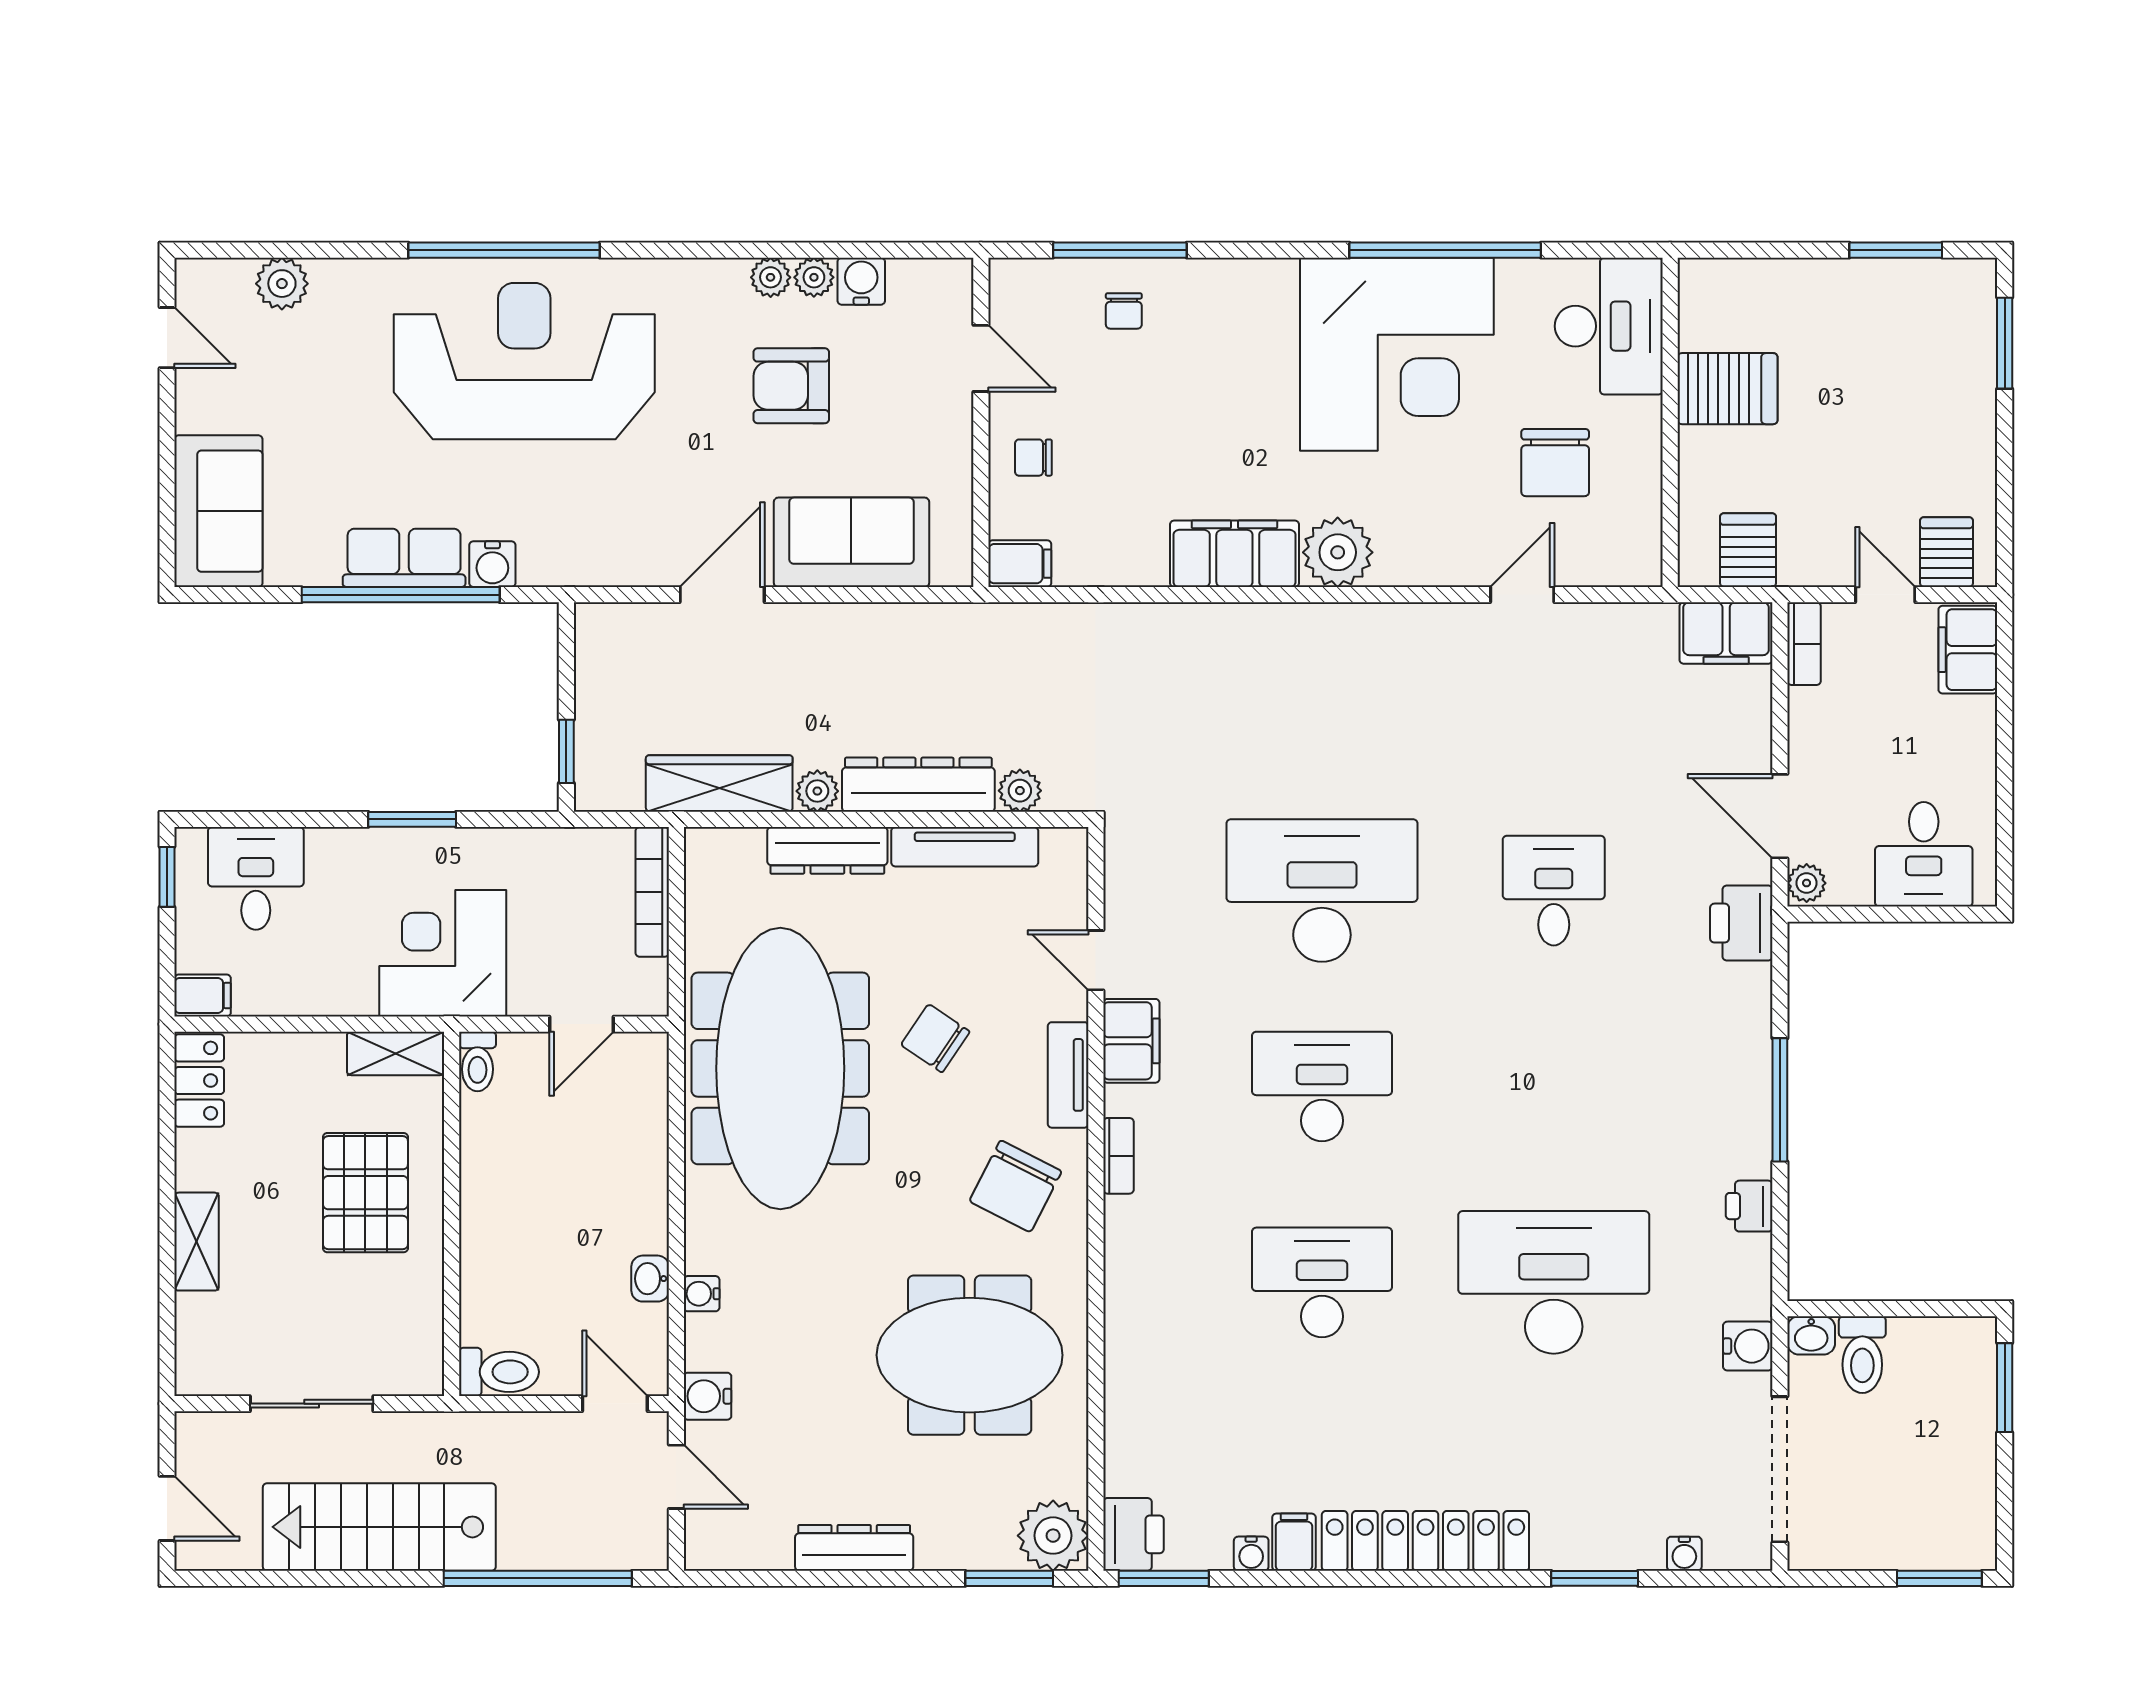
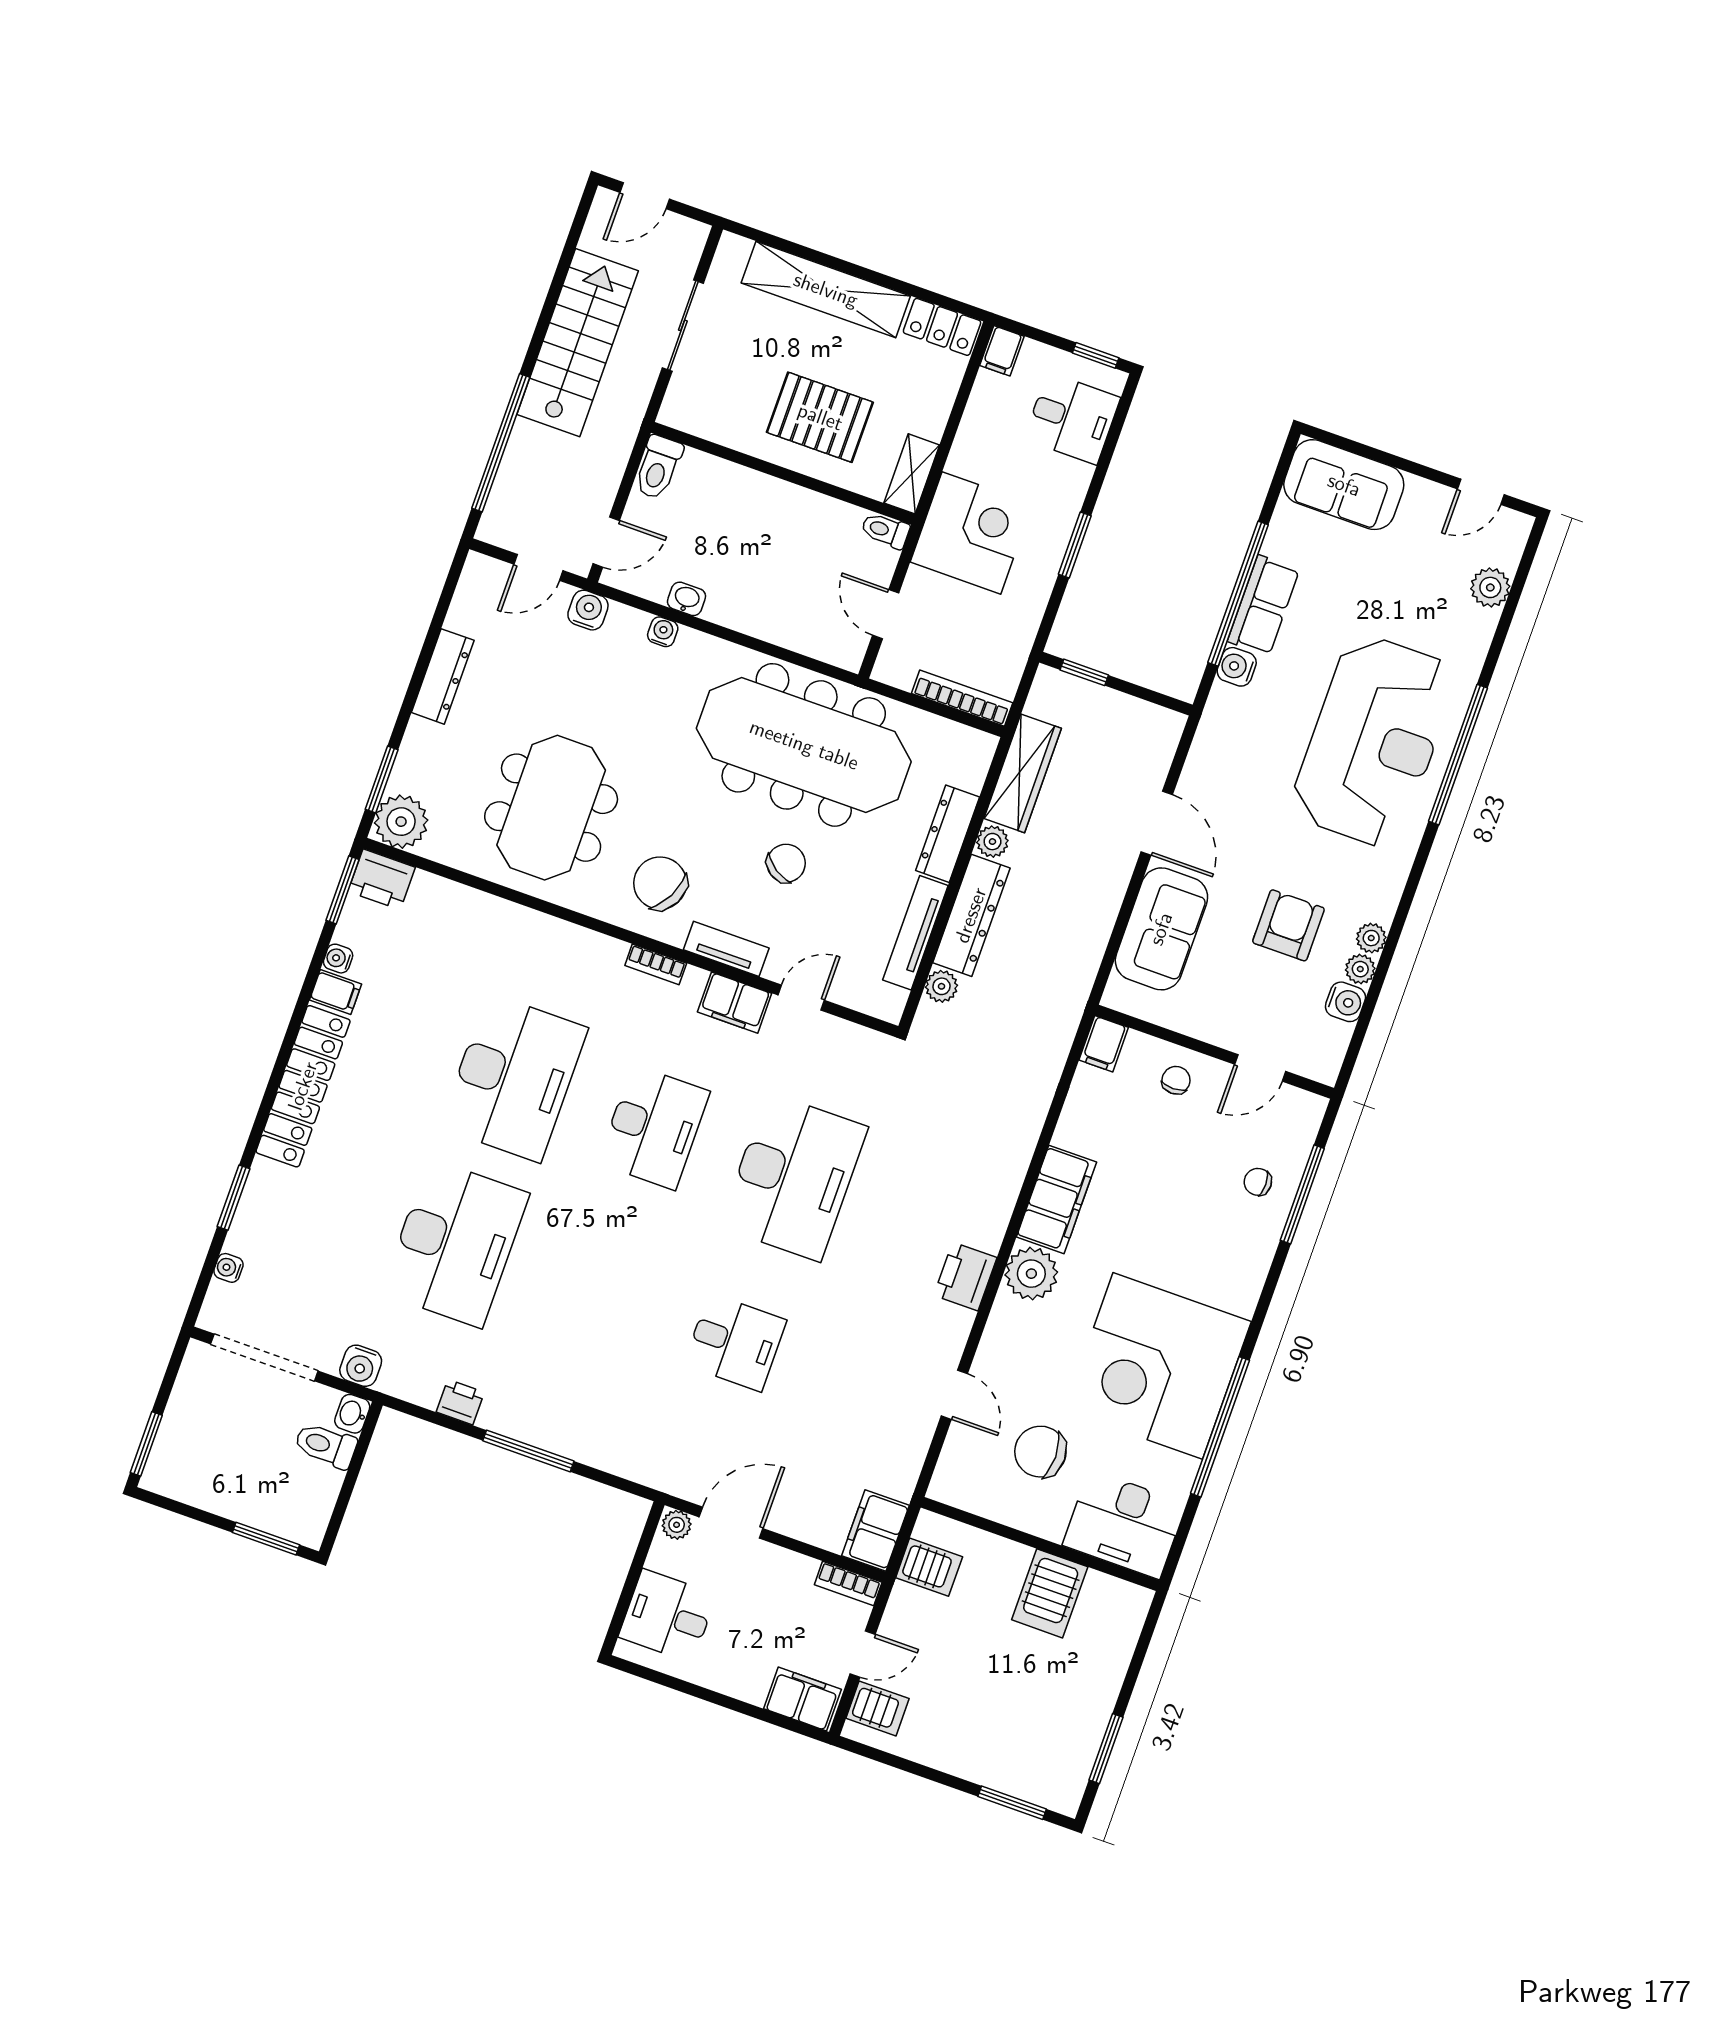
printer: (1741, 923) -> (965, 1276), moved, turned -90
shelving: (197, 1242) -> (826, 290), width x2.20, depth x1.33
desk: (1322, 1282) -> (514, 1078), width x1.36, depth x1.30

